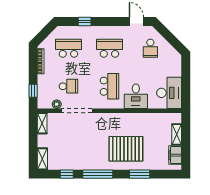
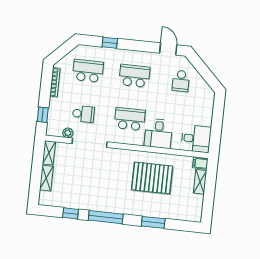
school desk: (109, 86) -> (130, 119), turned -90
desk: (169, 93) -> (196, 139), width x0.73
pallet: (126, 149) -> (152, 178), moved
filing cabinet: (175, 155) -> (200, 163), moved, width x0.50
shelving: (42, 159) -> (46, 178), moved

